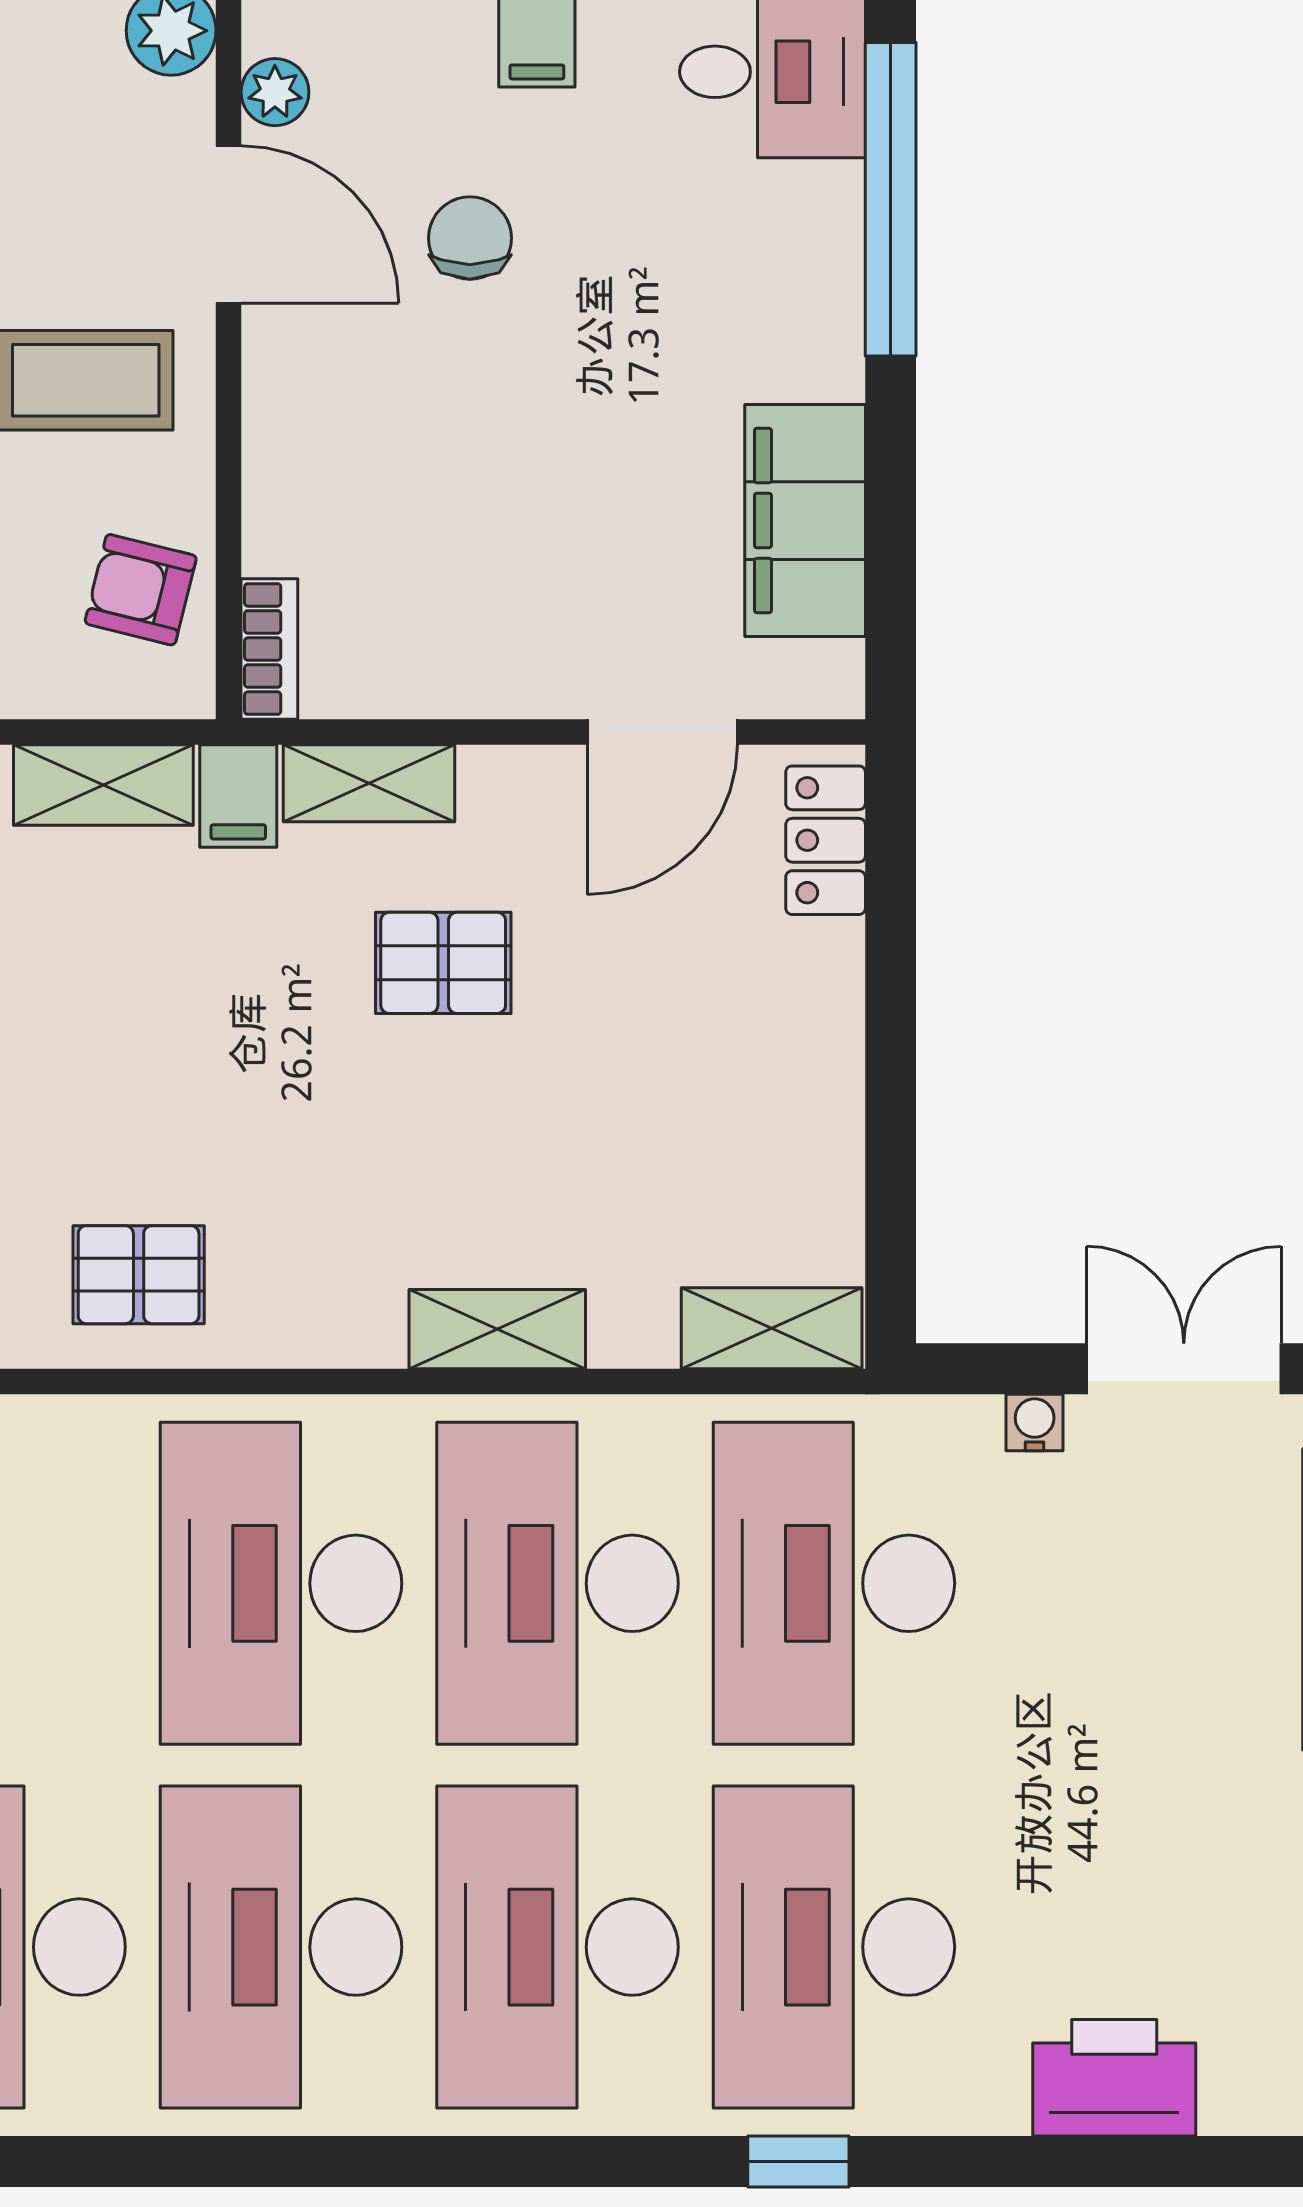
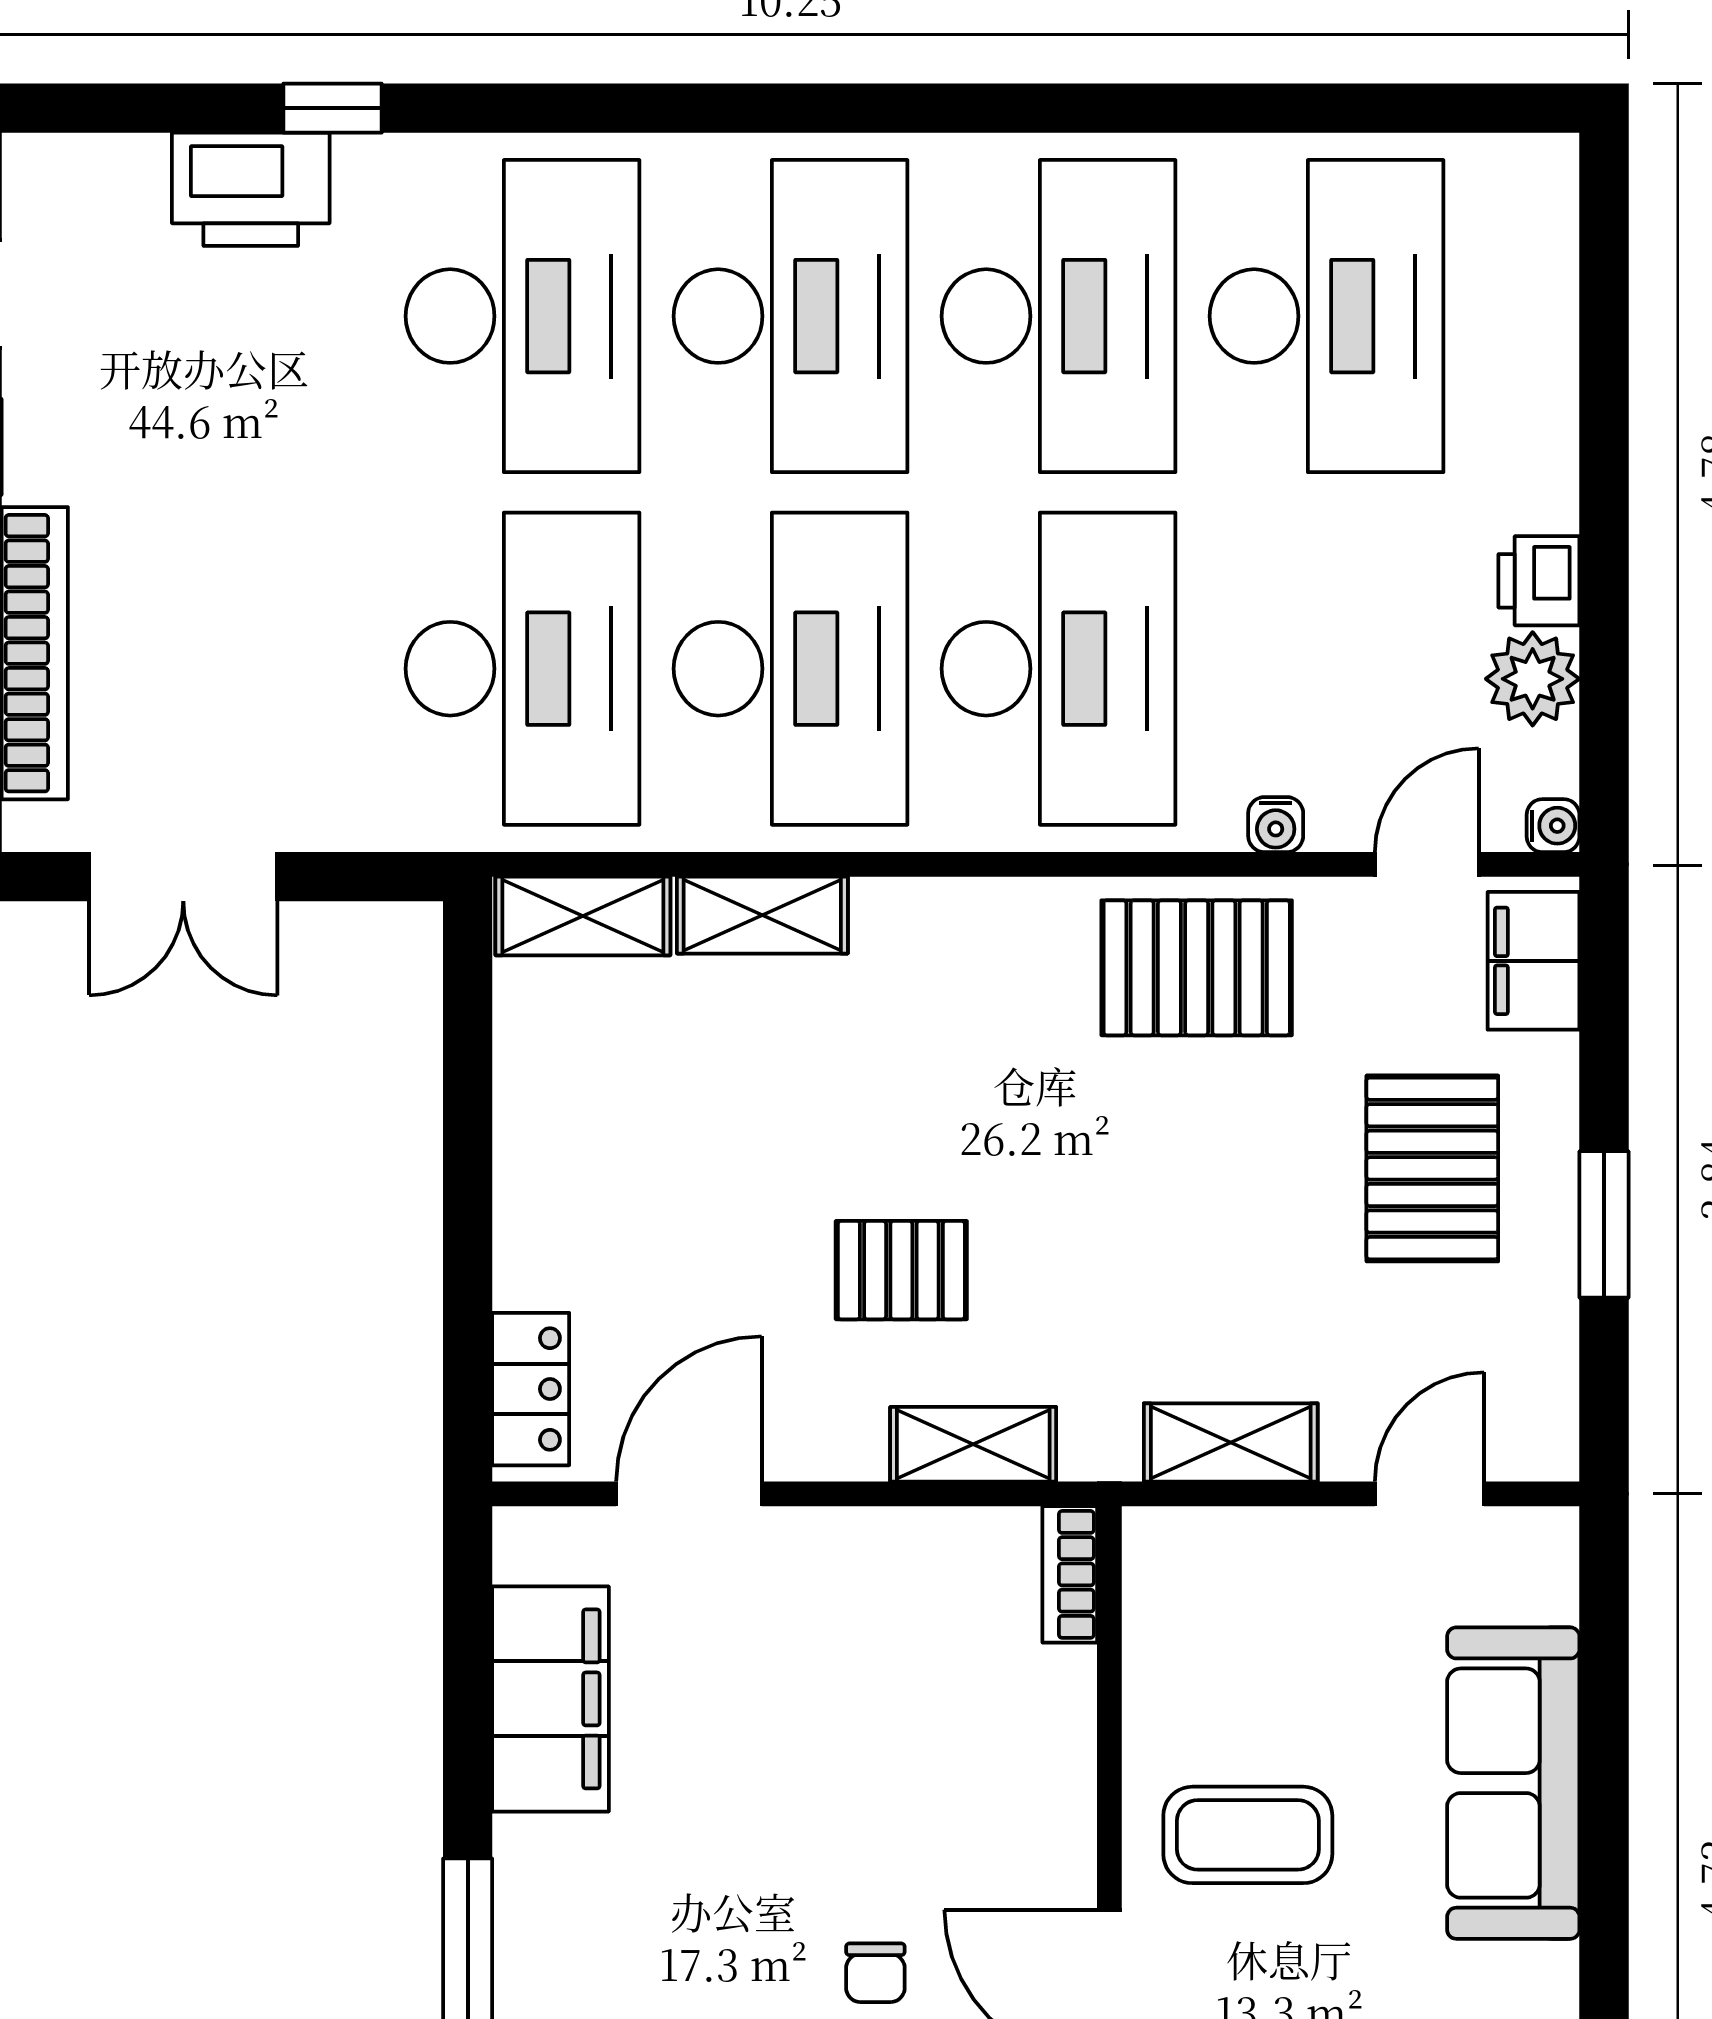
chair: (470, 238) -> (875, 1973), width x0.73, depth x0.73
armchair: (141, 590) -> (1195, 1632), removed
filing cabinet: (238, 796) -> (1100, 1432), removed
pallet: (139, 1275) -> (1197, 968), width x1.50, depth x1.42
shelving: (497, 1329) -> (762, 915), moved
water cooler: (1035, 1422) -> (1276, 825), moved
window: (798, 2162) -> (332, 108), moved

